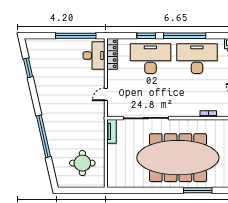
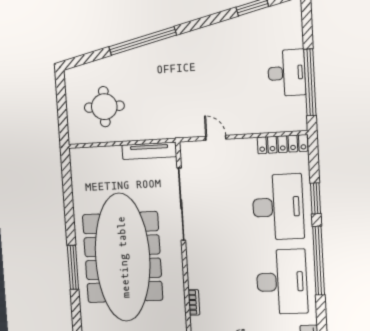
desk: (94, 55) -> (287, 73), moved, turned -90
tv unit: (112, 131) -> (149, 151), width x1.41
window: (198, 190) -> (73, 267), moved

